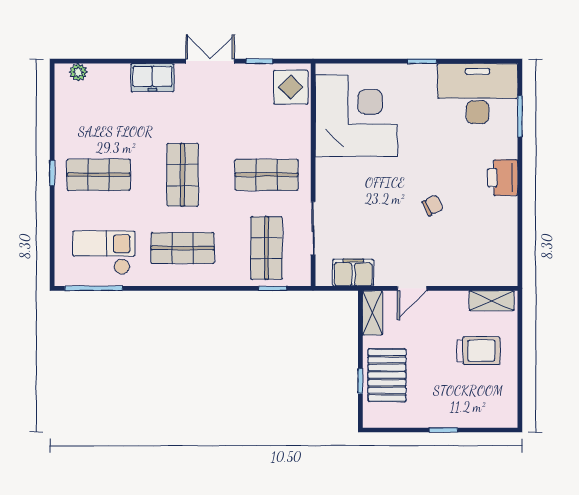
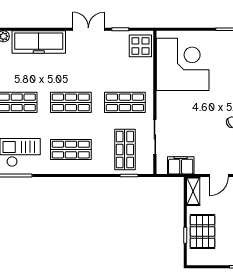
freezer: (152, 78) -> (39, 42), width x1.91, depth x1.26
shop shelf: (183, 175) -> (71, 102), turned 90

